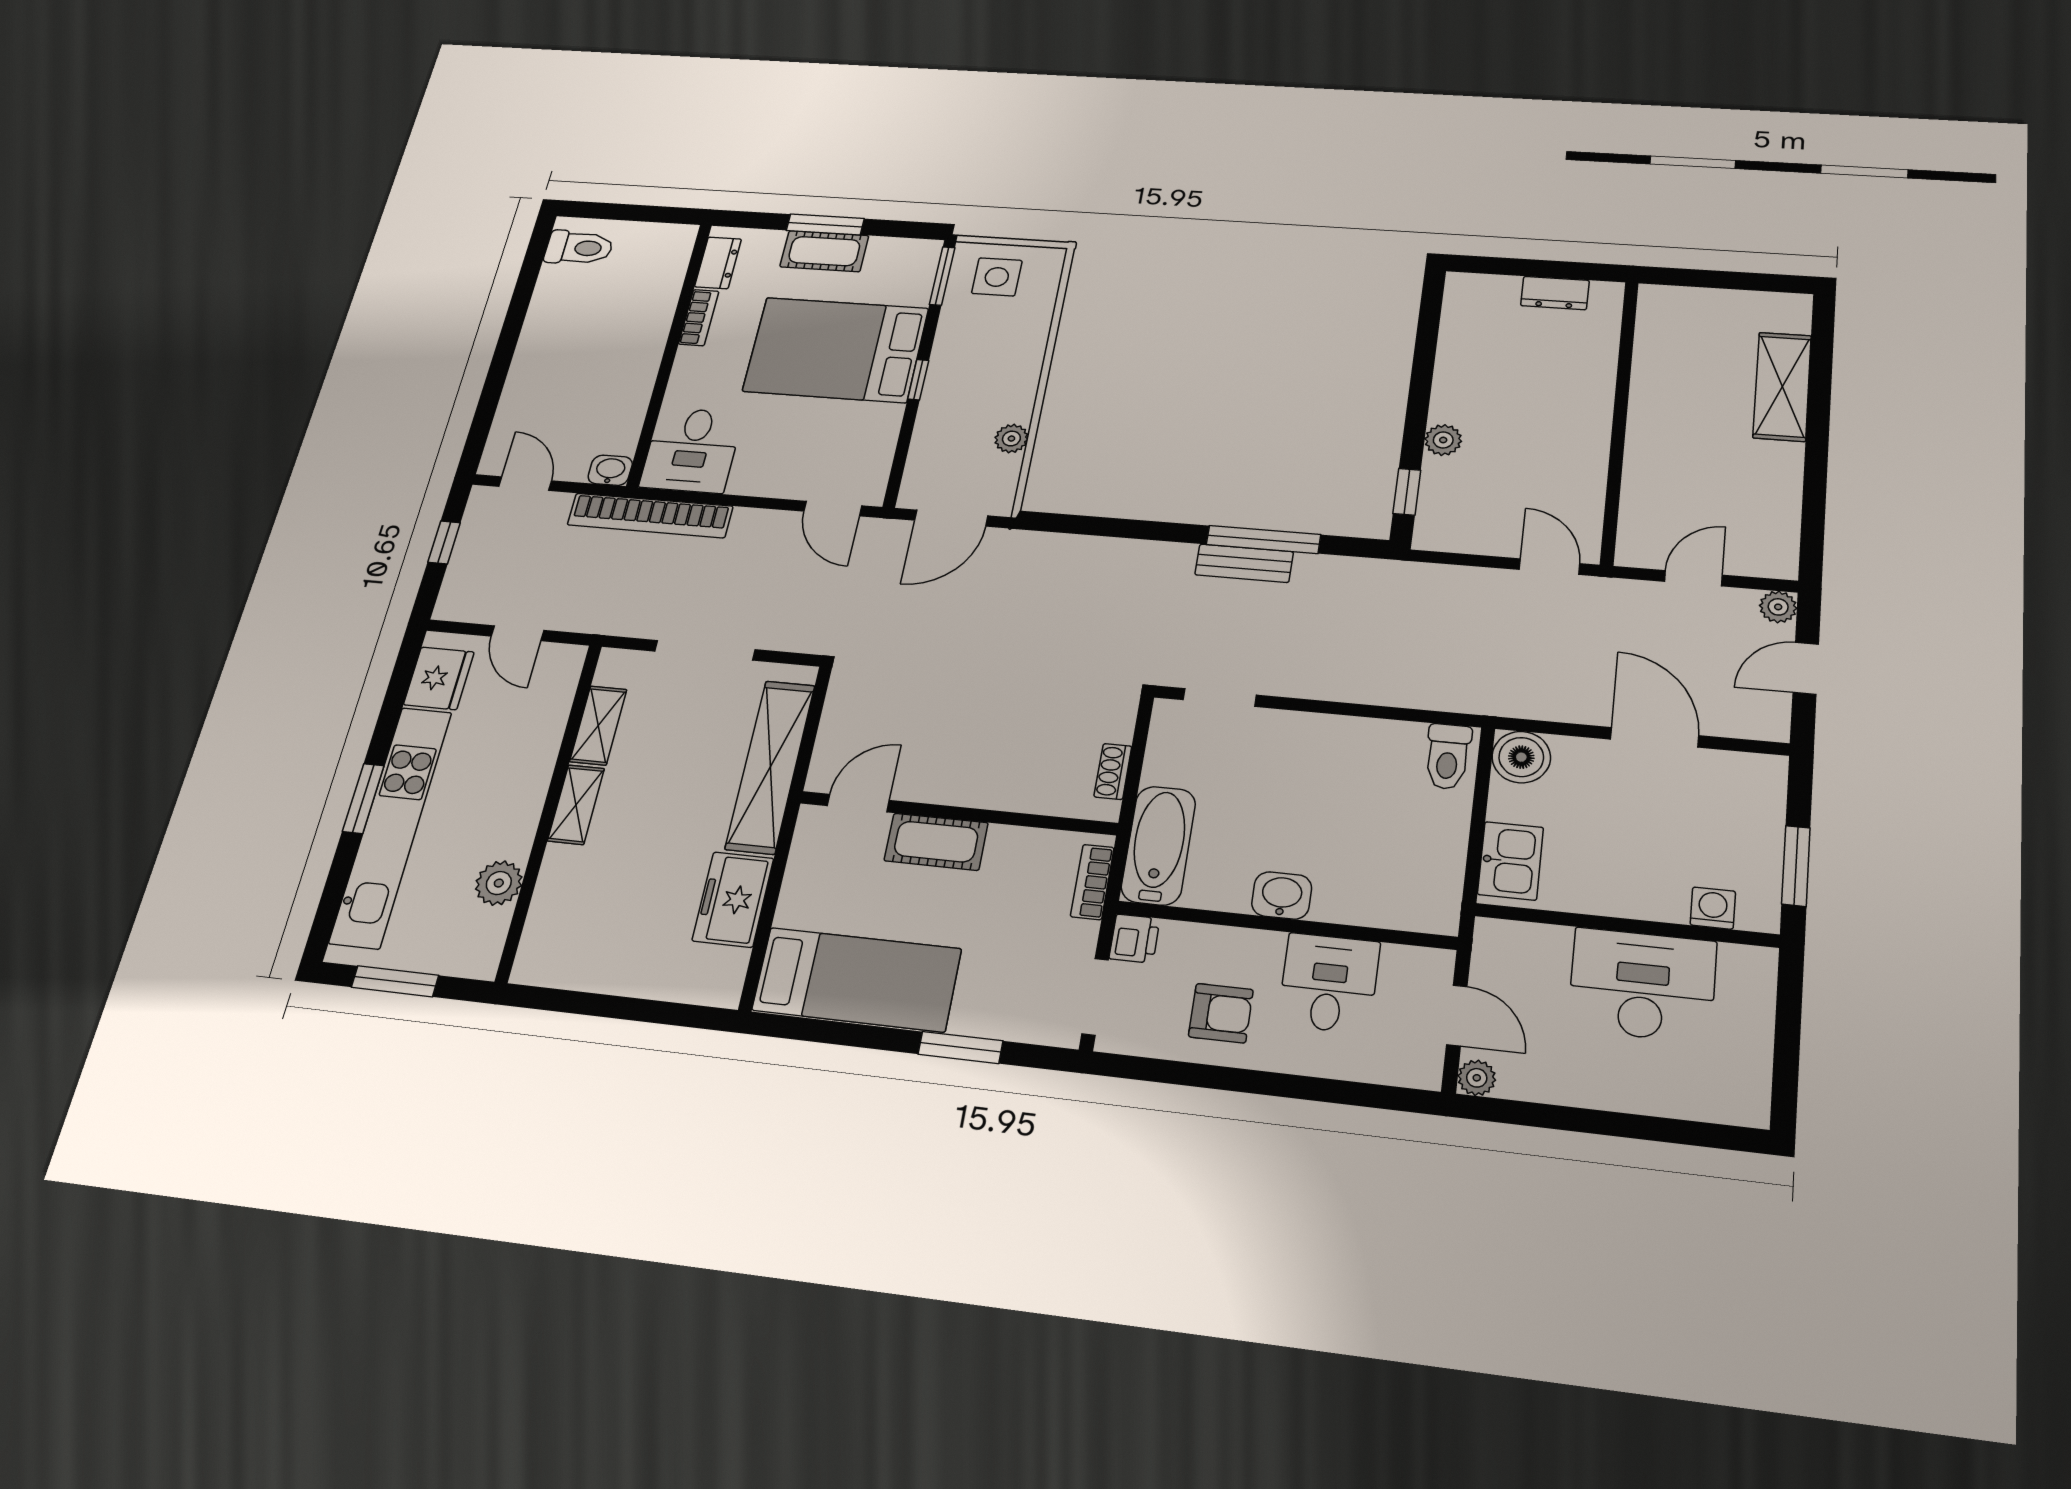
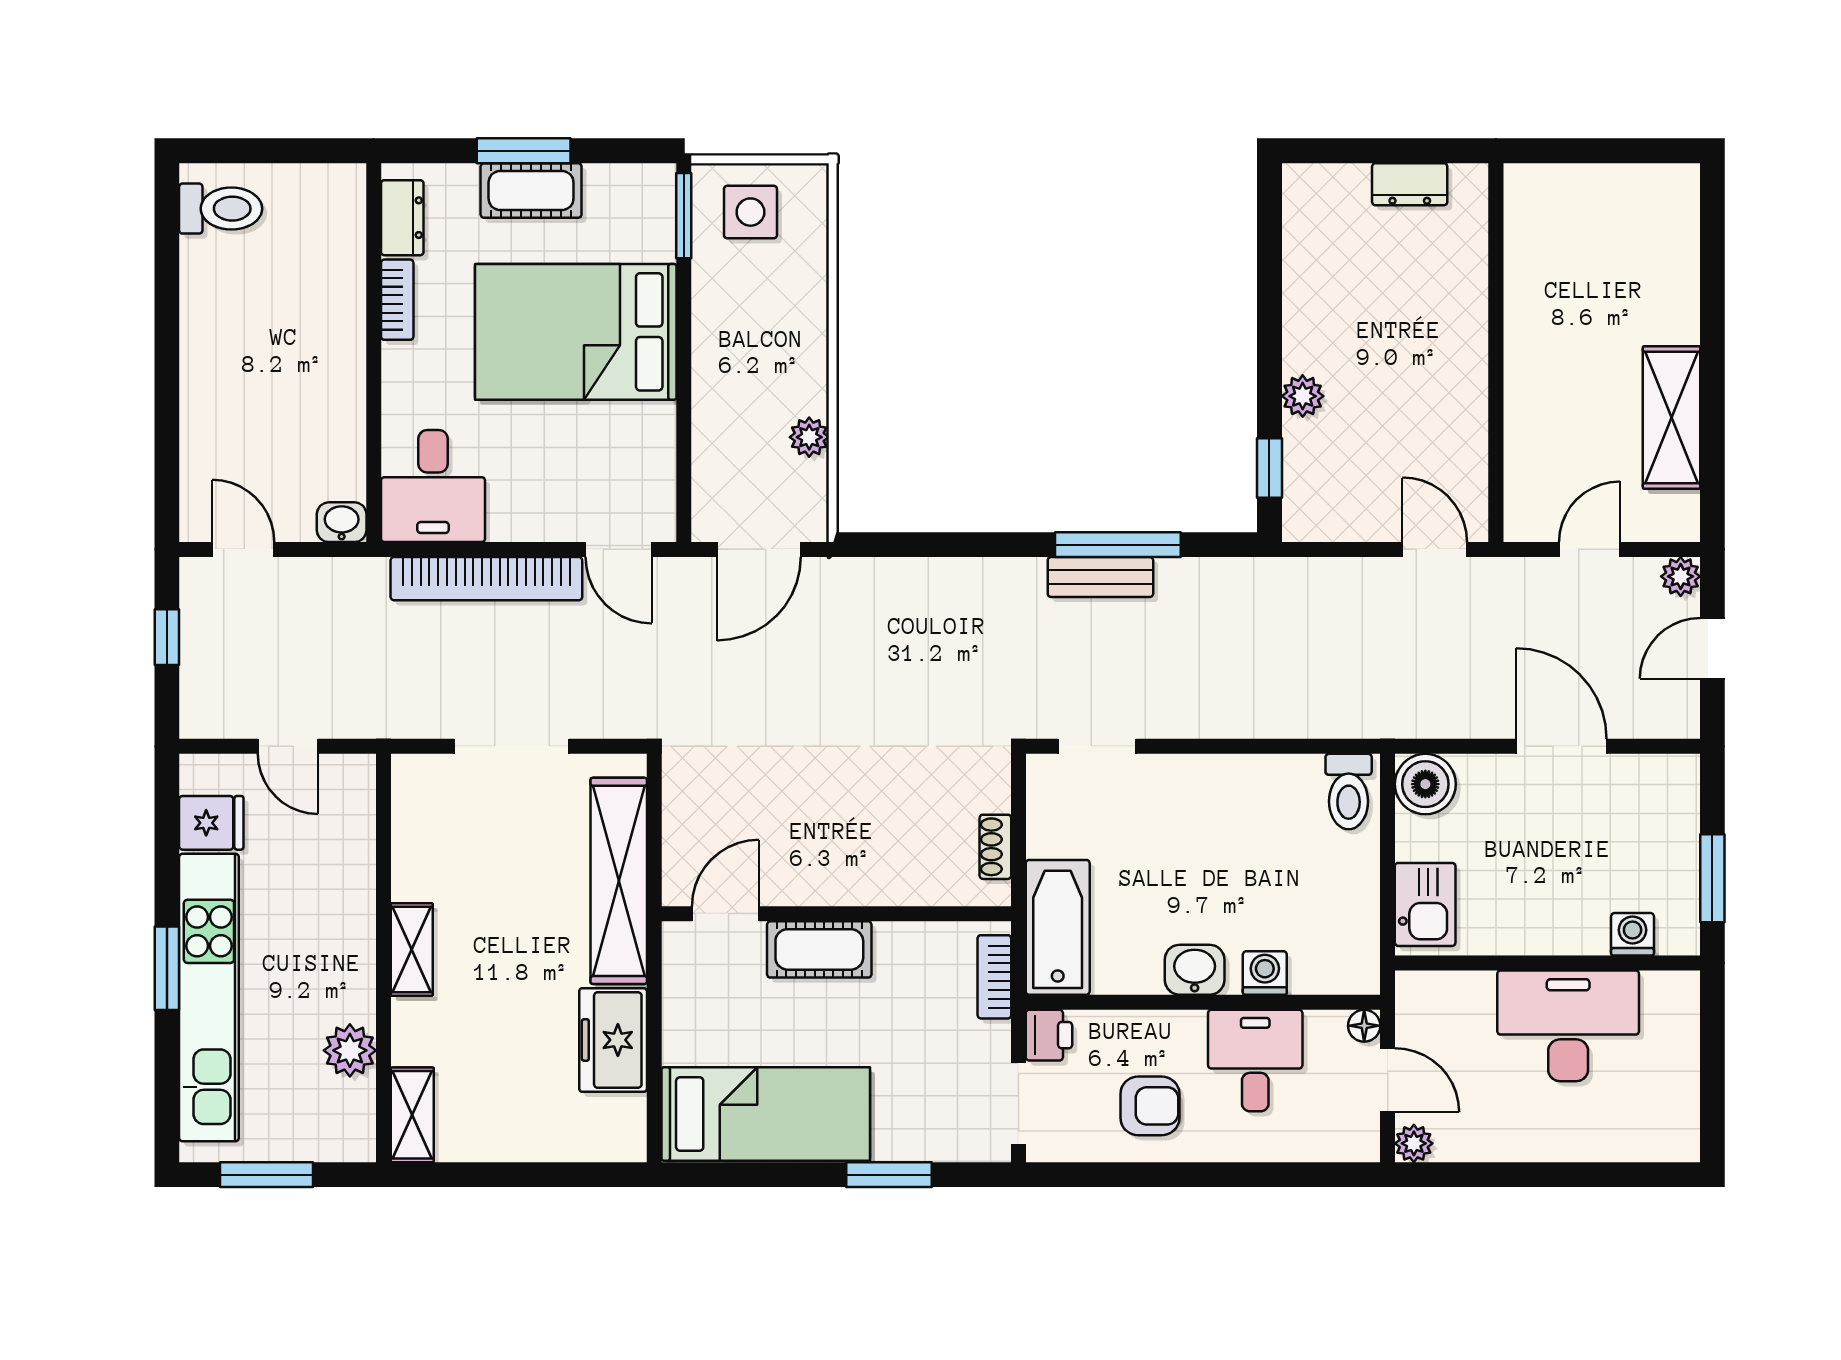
window: (918, 380) -> (684, 366), removed
shelving: (1782, 387) -> (1672, 418), moved
bookcase: (650, 516) -> (486, 579), moved
fridge: (439, 678) -> (211, 823), width x0.72
shelving: (598, 725) -> (412, 1115), moved
washing machine: (1349, 905) -> (1265, 973), added
floor lamp: (1439, 963) -> (1364, 1026), added

